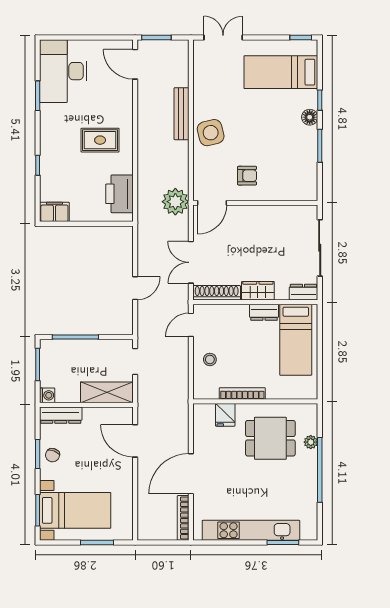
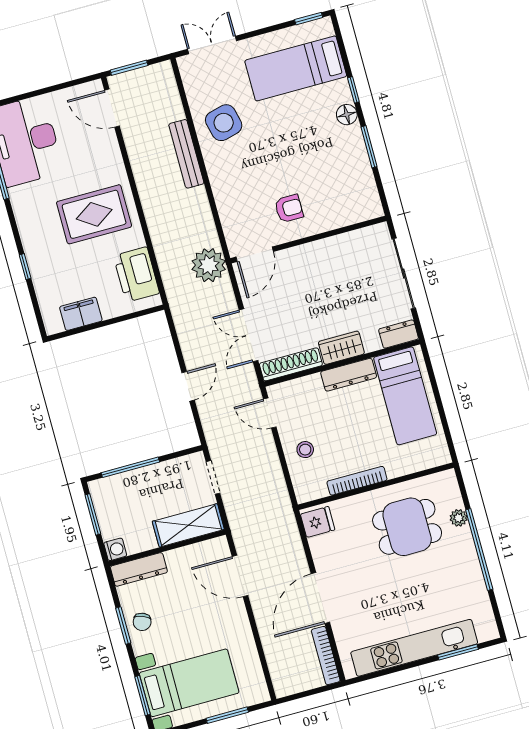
side table: (211, 133) -> (224, 123), moved
rug: (100, 140) -> (94, 214), width x1.36, depth x1.43
filing cabinet: (54, 212) -> (81, 314), moved
dresser: (264, 312) -> (349, 375), width x1.44
door: (191, 325) -> (270, 413), hinge flipped
fridge: (225, 415) -> (318, 522), moved, turned -90

